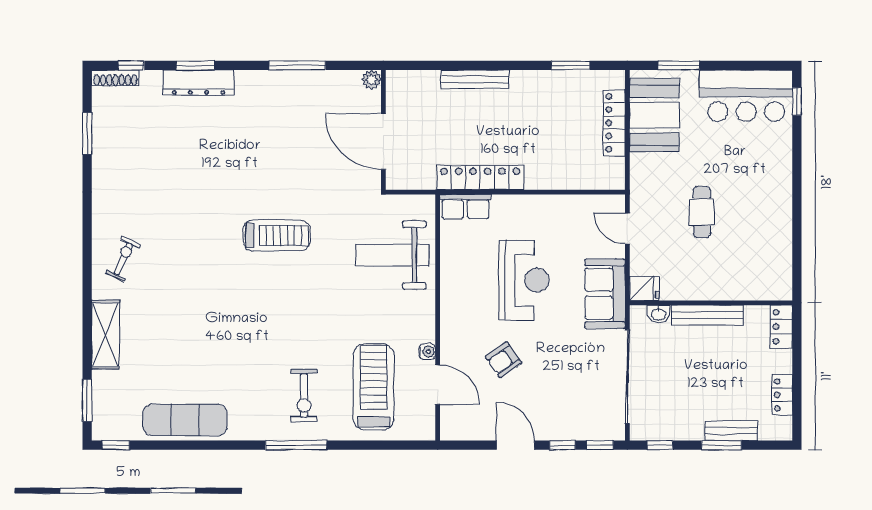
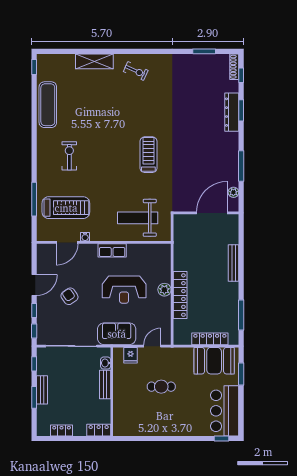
window: (571, 65) -> (241, 315), width x1.44
plant: (371, 80) -> (233, 192), moved
door: (383, 142) -> (212, 213), moved
locker: (480, 177) -> (180, 295), moved
plant: (524, 206) -> (164, 290), added
row of seats: (465, 207) -> (112, 250), moved, turned -90
treadmill: (277, 235) -> (148, 155), turned 180
weight bench: (392, 255) -> (138, 218), turned -90
fridge: (644, 288) -> (130, 355), moved
bench: (707, 315) -> (105, 384), width x0.73
armchair: (503, 360) -> (69, 296), moved
exercise bike: (304, 396) -> (69, 156), moved, turned 90
window: (87, 400) -> (59, 51), removed
bench: (731, 431) -> (42, 390), moved
window: (296, 445) -> (34, 199), moved

